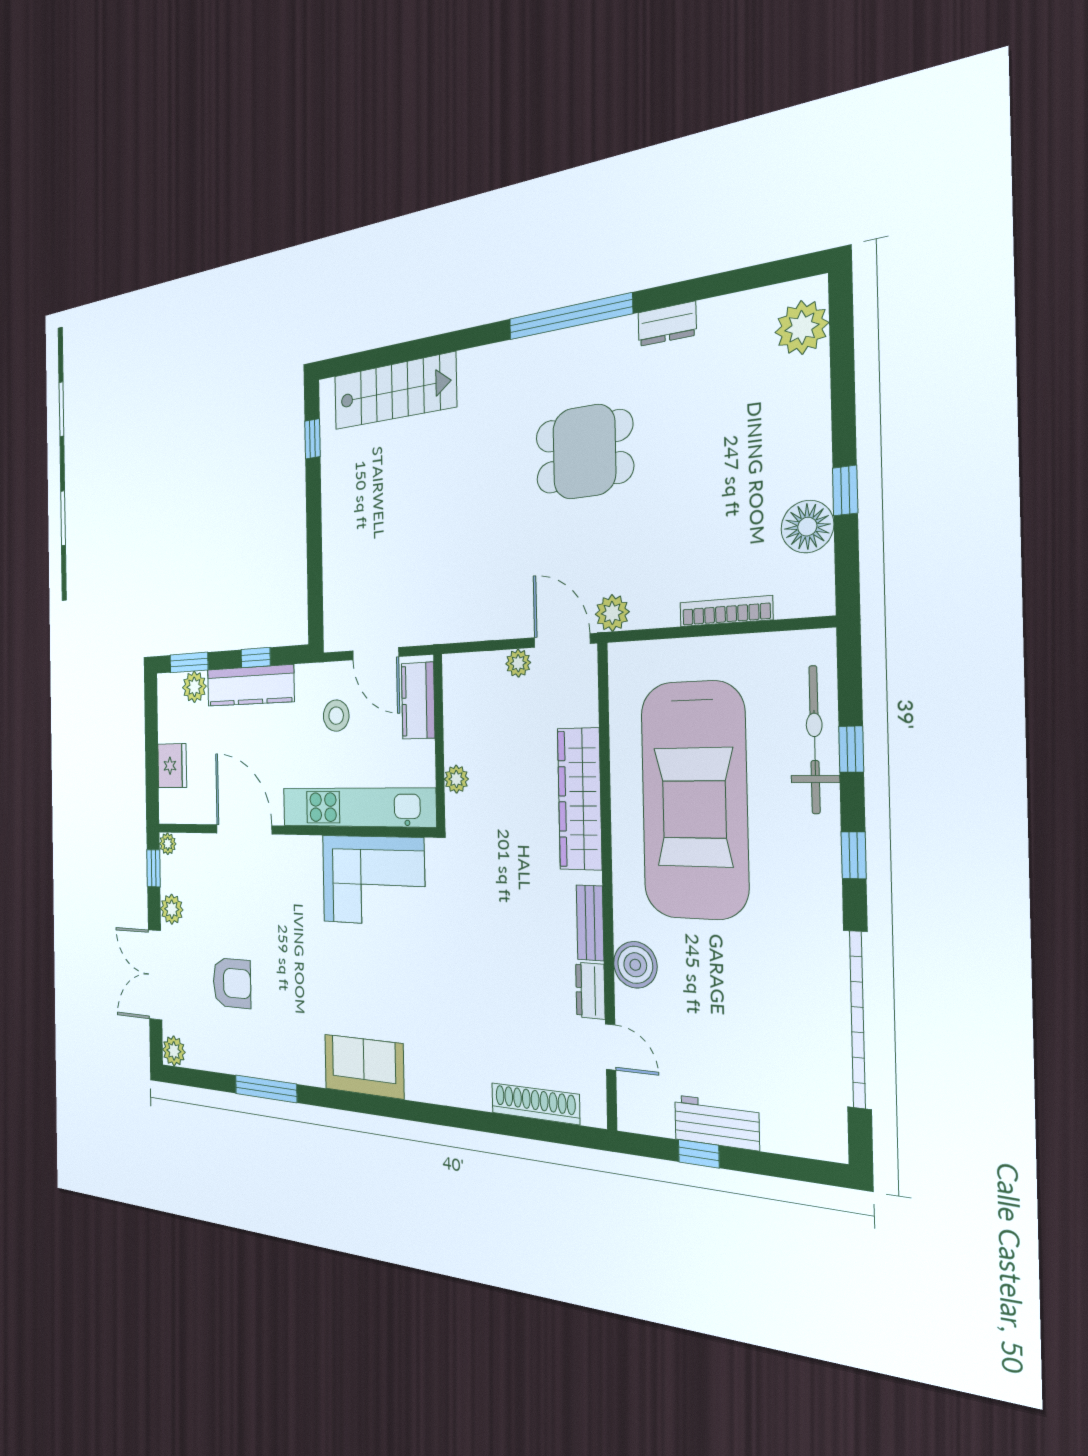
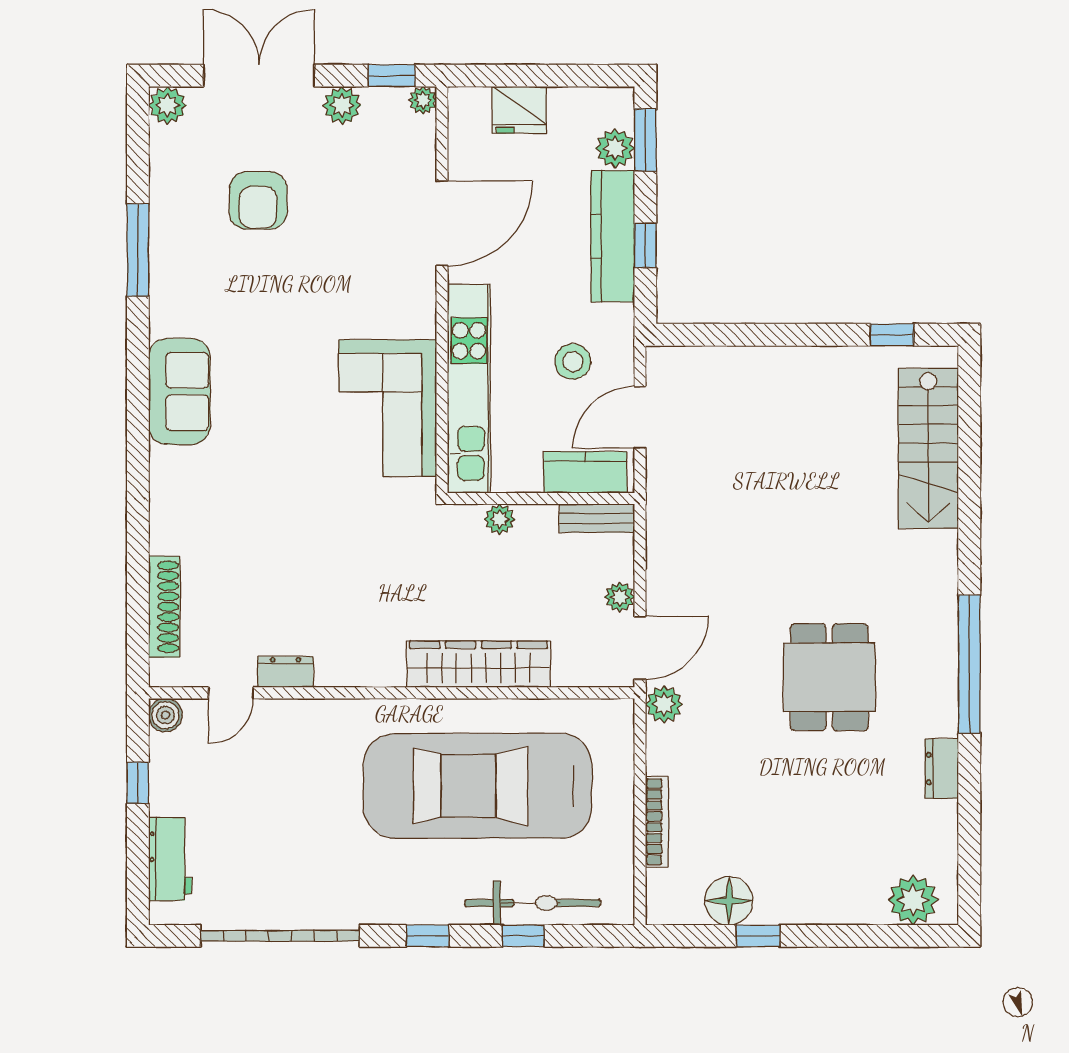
bench: (590, 923) -> (597, 518), moved
boiler: (635, 965) -> (165, 715), moved, width x0.73, depth x0.73
workbench: (717, 1123) -> (170, 859), moved

